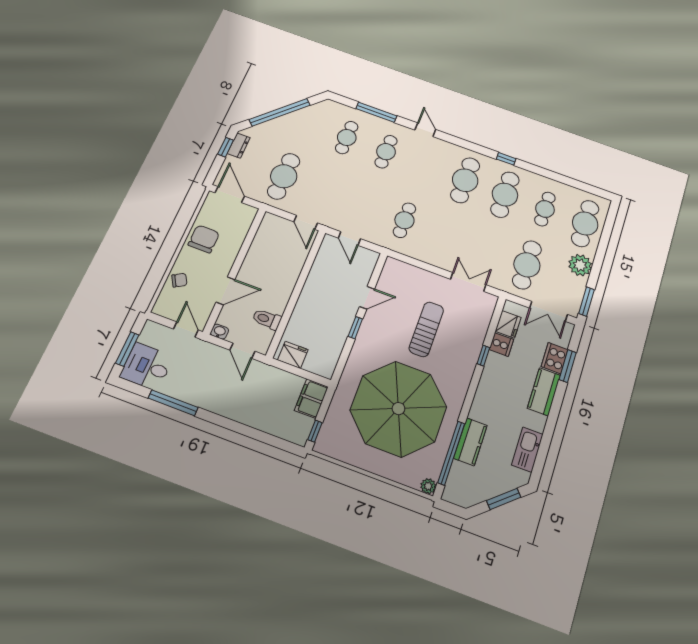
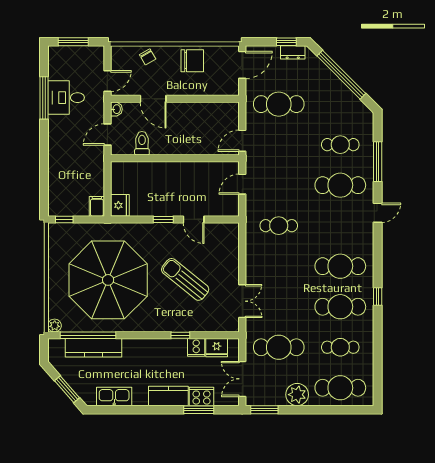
cafe table: (386, 152) -> (340, 185), width x1.37, depth x1.35
sun lounger: (426, 329) -> (185, 279), turned -141
fridge: (293, 355) -> (120, 205), moved
desk: (147, 366) -> (66, 98), moved, turned -90
filing cabinet: (311, 399) -> (97, 206), width x0.50
kitchen counter: (470, 442) -> (94, 348), width x1.50

